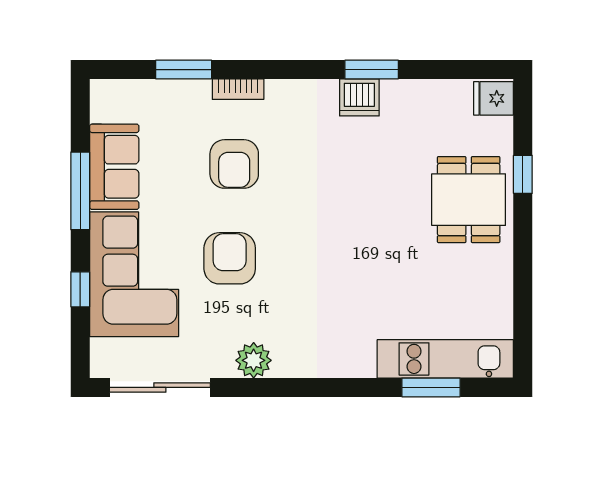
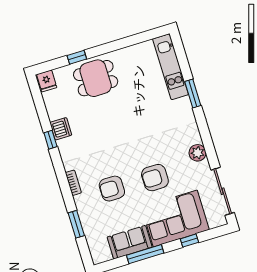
window: (372, 70) -> (50, 140), width x0.67
bookcase: (238, 89) -> (73, 183), moved
dishwasher: (359, 97) -> (61, 129), moved
armchair: (234, 164) -> (112, 189), turned 180
window: (431, 387) -> (193, 94), moved

